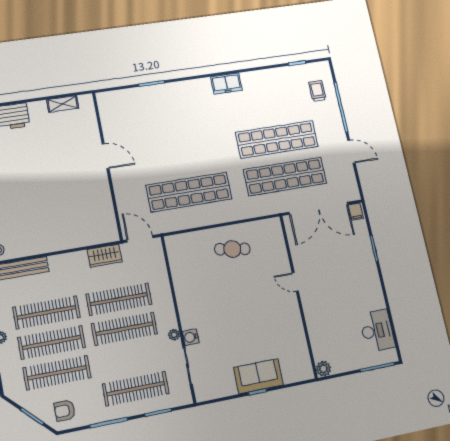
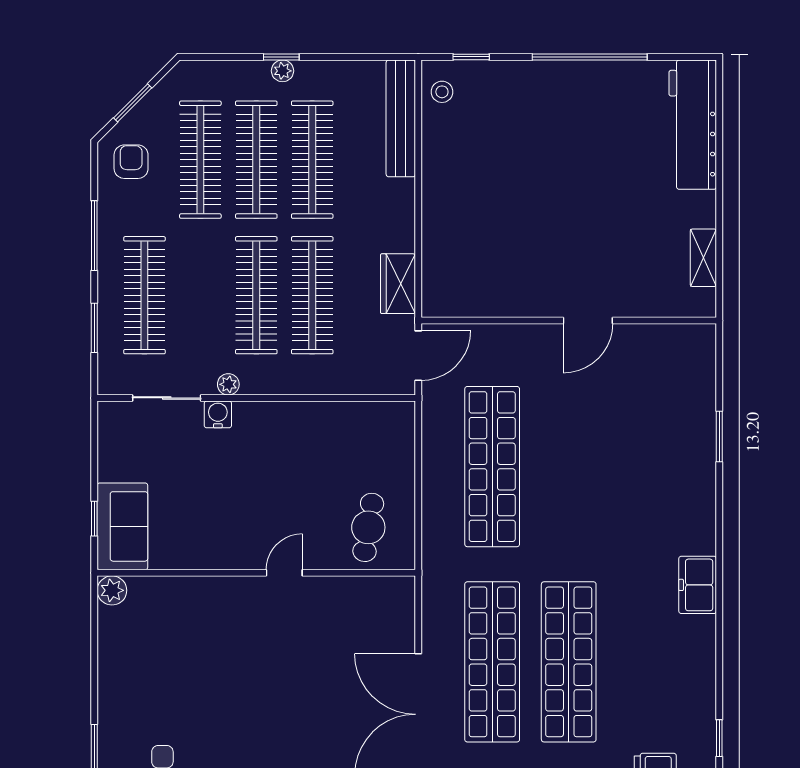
door: (295, 282) -> (284, 573), moved
wall: (298, 296) -> (256, 573), moved
plant: (323, 369) -> (112, 590), moved

